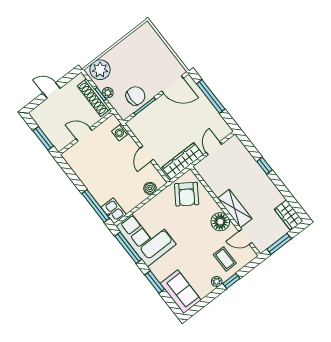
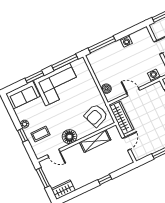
door: (214, 148) -> (126, 144), hinge flipped
washing machine: (85, 176) -> (126, 41), added
armchair: (187, 194) -> (96, 116), turned -55
shelving: (235, 209) -> (95, 141), moved
kitchen sink: (114, 211) -> (95, 57), removed
corner sofa: (146, 235) -> (58, 85), moved
door: (245, 237) -> (54, 153), swing flipped

